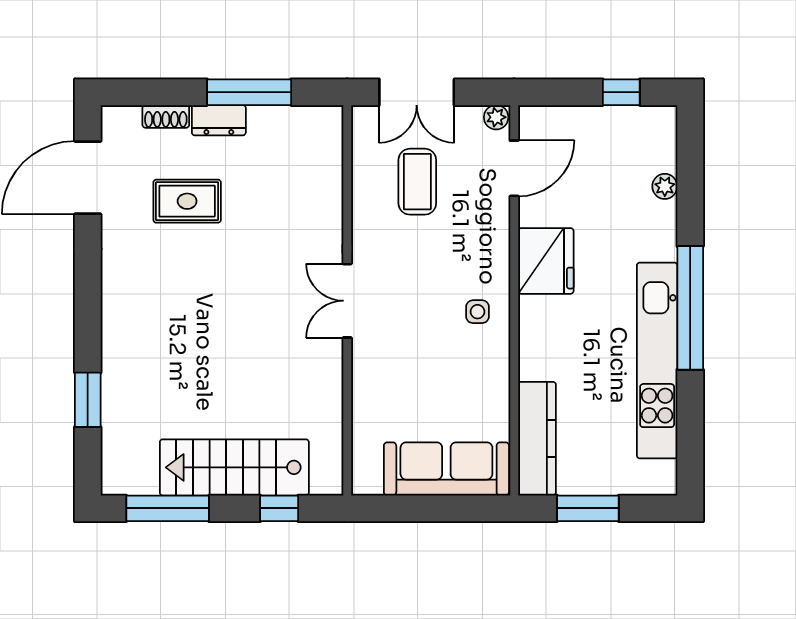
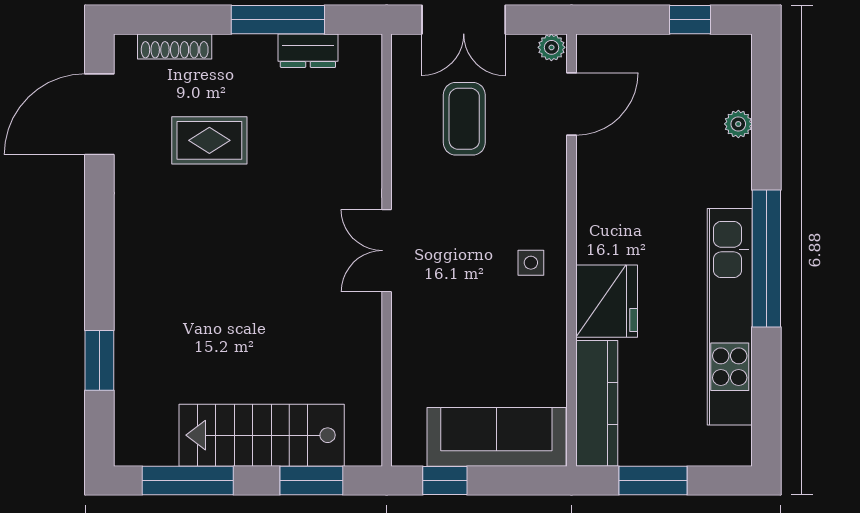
shoe rack: (166, 116) -> (175, 46), width x1.43
dresser: (219, 120) -> (308, 51), moved
fridge: (546, 261) -> (607, 301), moved
window: (279, 508) -> (311, 481), width x1.50
window: (400, 508) -> (445, 481), added

